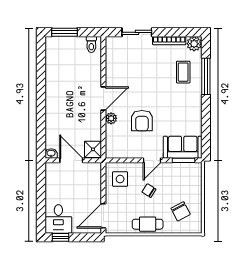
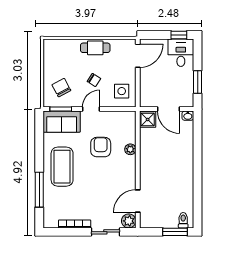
toilet: (91, 44) -> (183, 220), moved
plant: (194, 44) -> (129, 221), moved
coffee table: (183, 72) -> (62, 167), moved, width x1.86, depth x1.72
door: (103, 99) -> (138, 201), moved
window: (41, 188) -> (198, 82), added
chair: (181, 211) -> (61, 88), moved

